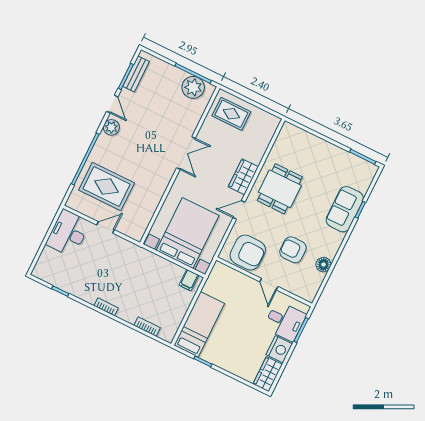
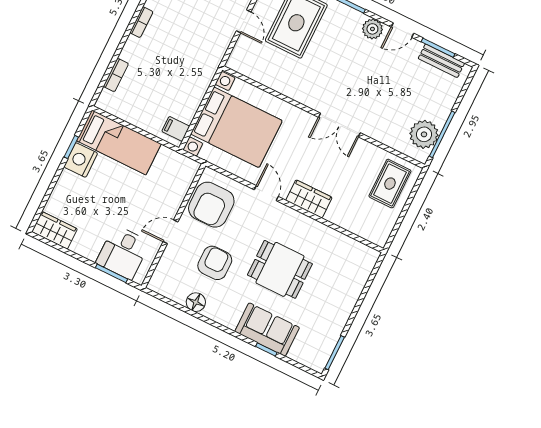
dining table: (280, 189) -> (280, 269), moved
nightstand: (279, 349) -> (81, 160), moved, turned 90

